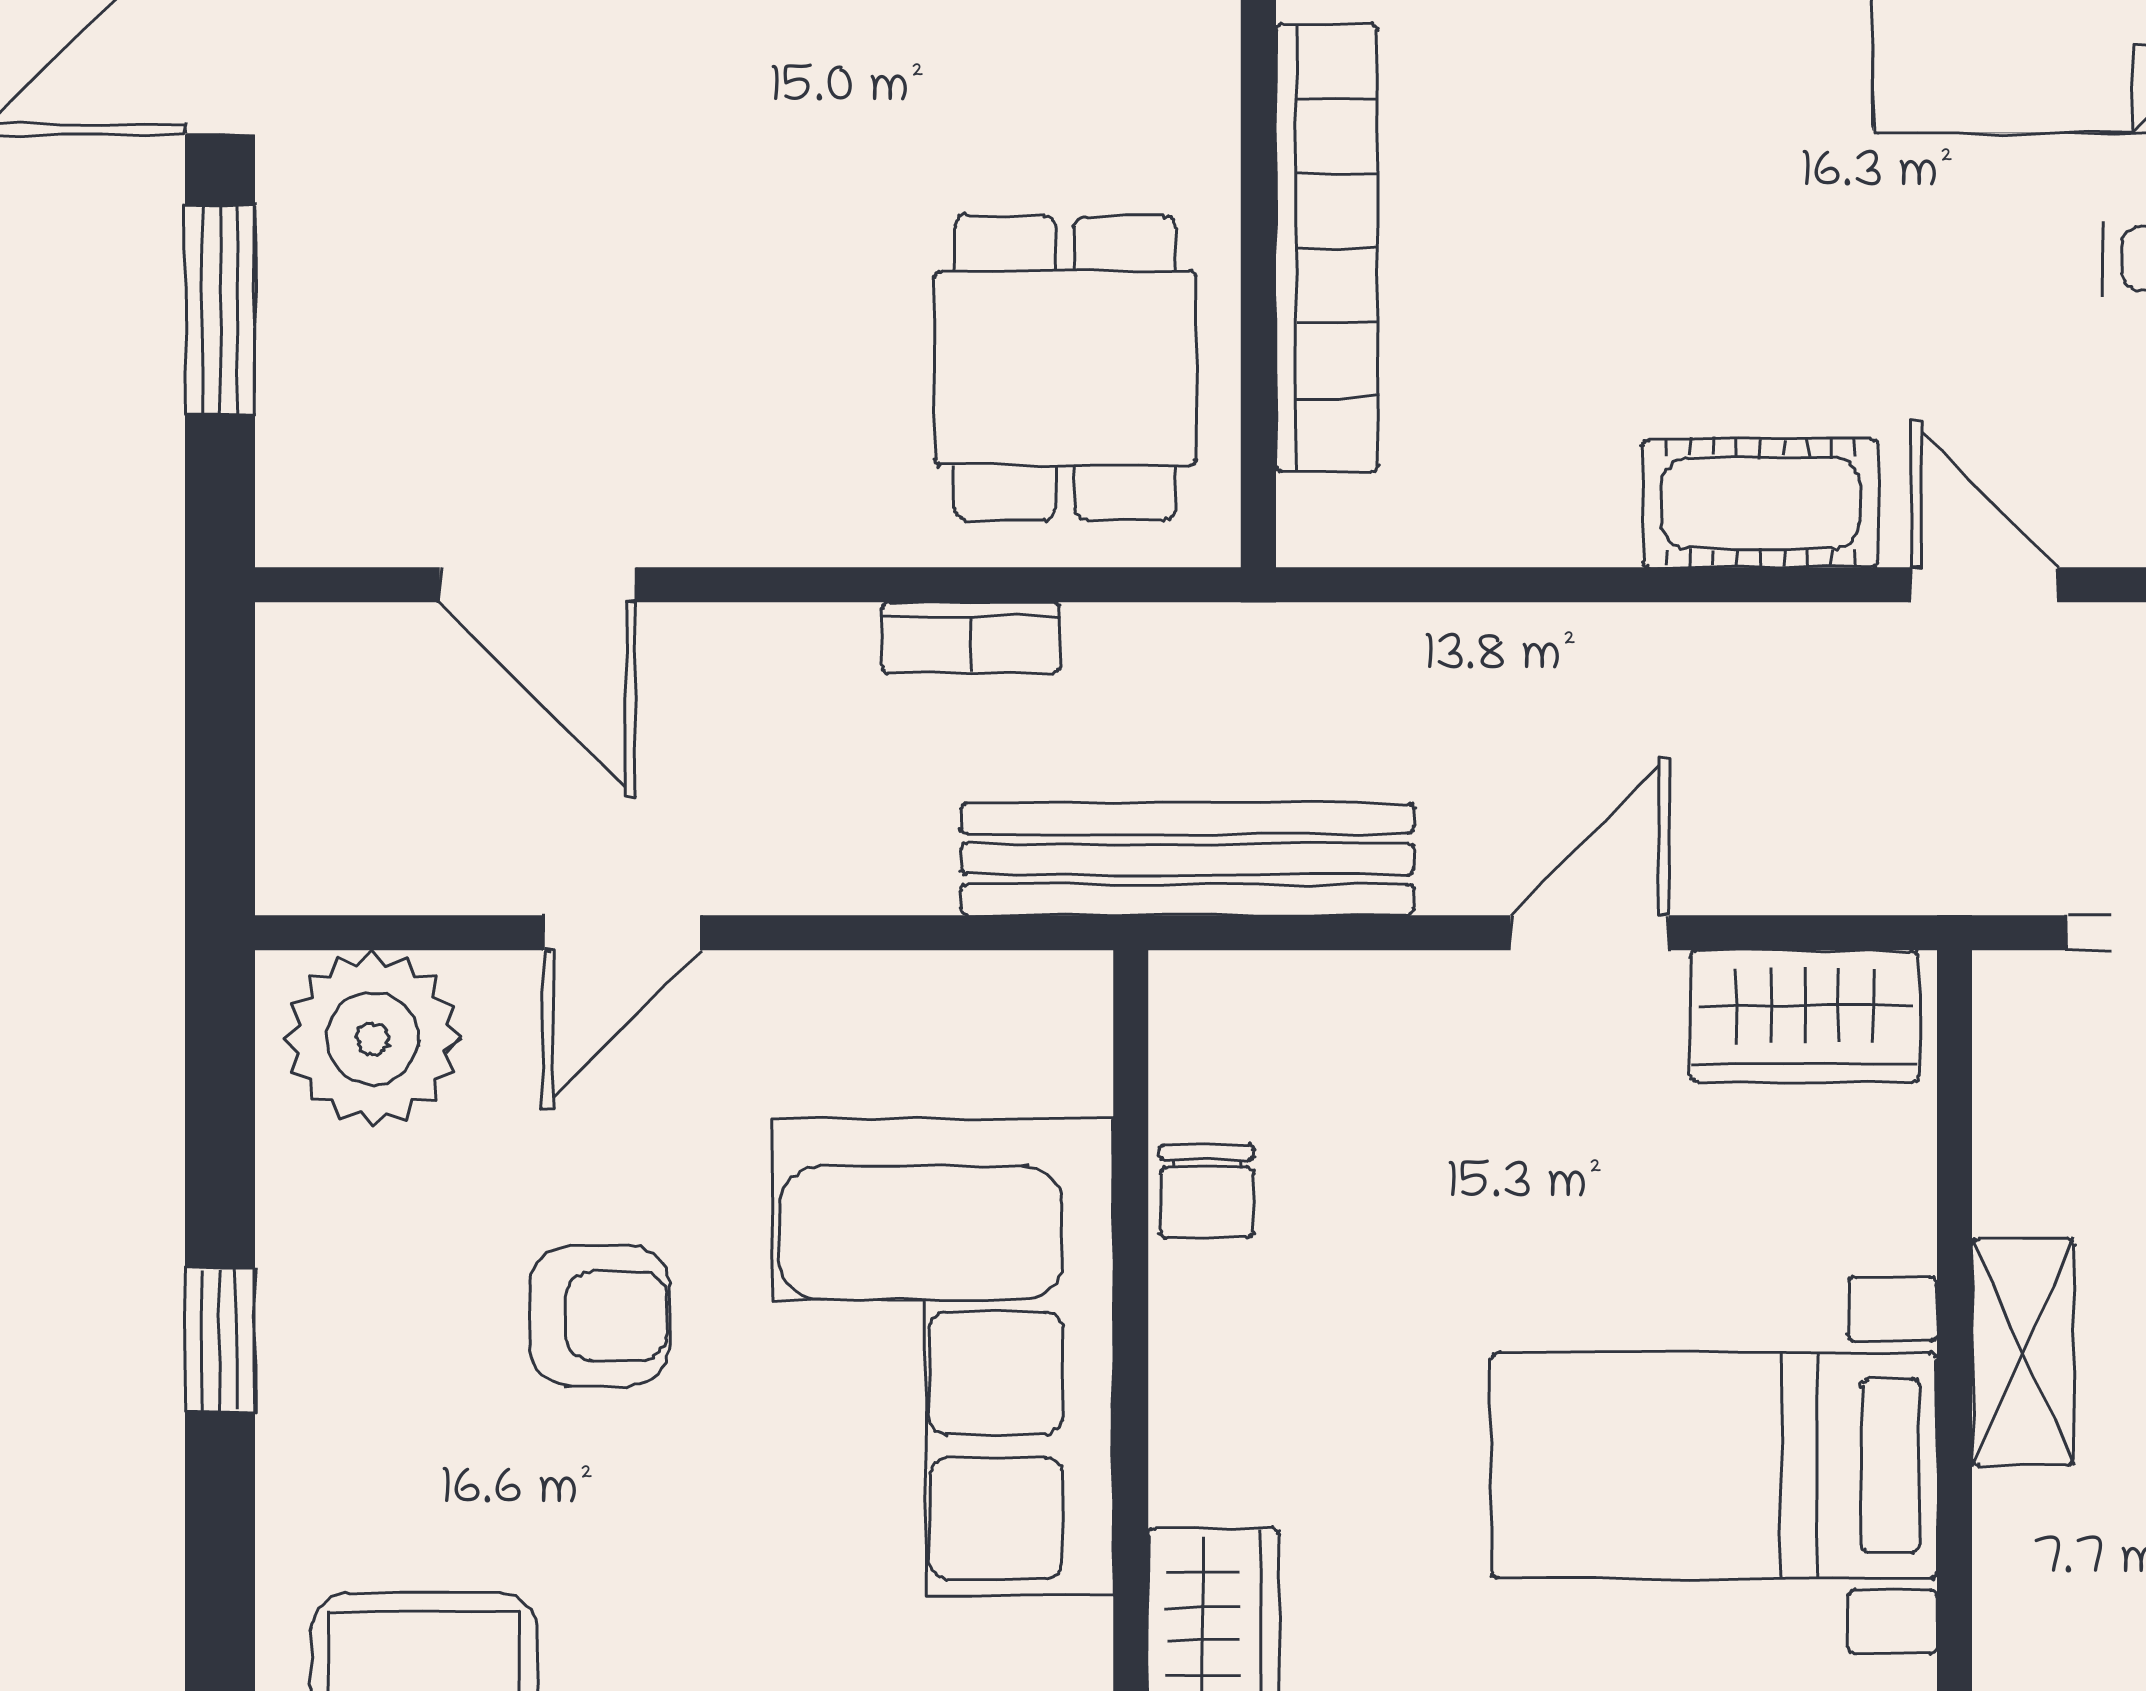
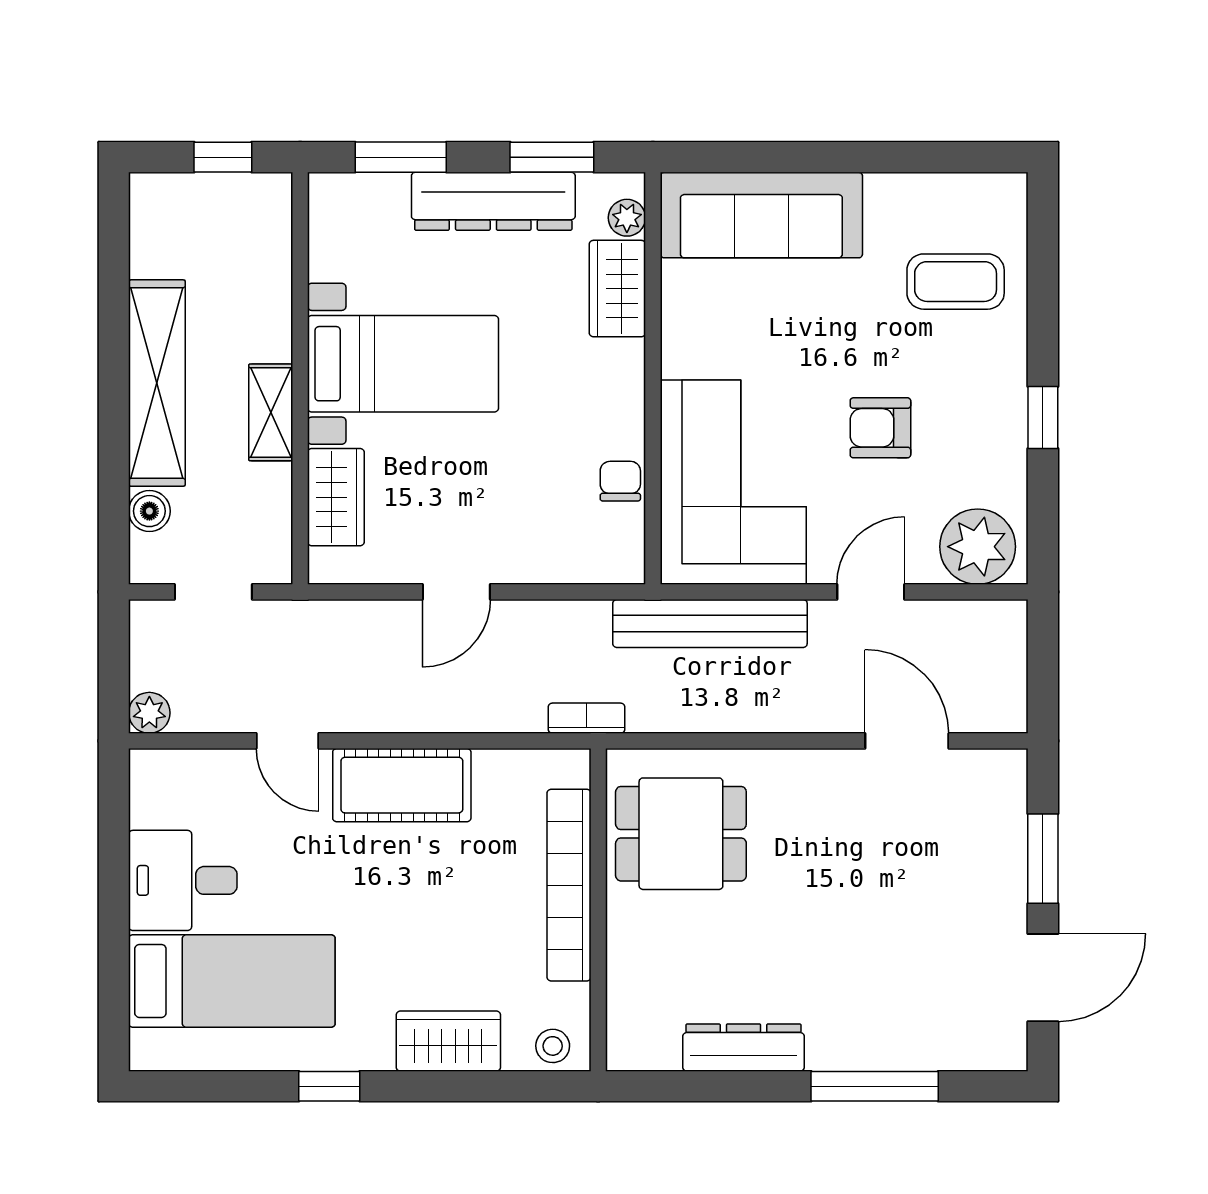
dining table: (1065, 368) -> (681, 834), turned 90
cot: (1761, 503) -> (402, 785), width x1.37, depth x1.34
bookcase: (971, 638) -> (586, 718), moved
bench: (1187, 859) -> (710, 623), moved
wardrobe: (1805, 1016) -> (336, 497), moved, turned 90
corner sofa: (943, 1357) -> (733, 482), moved

